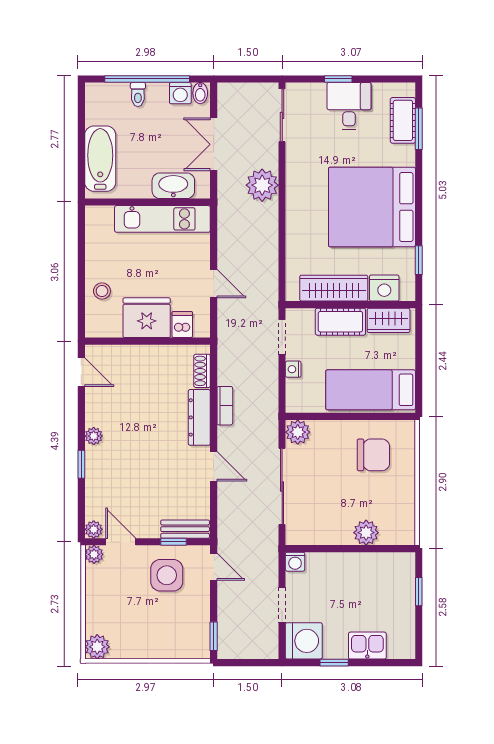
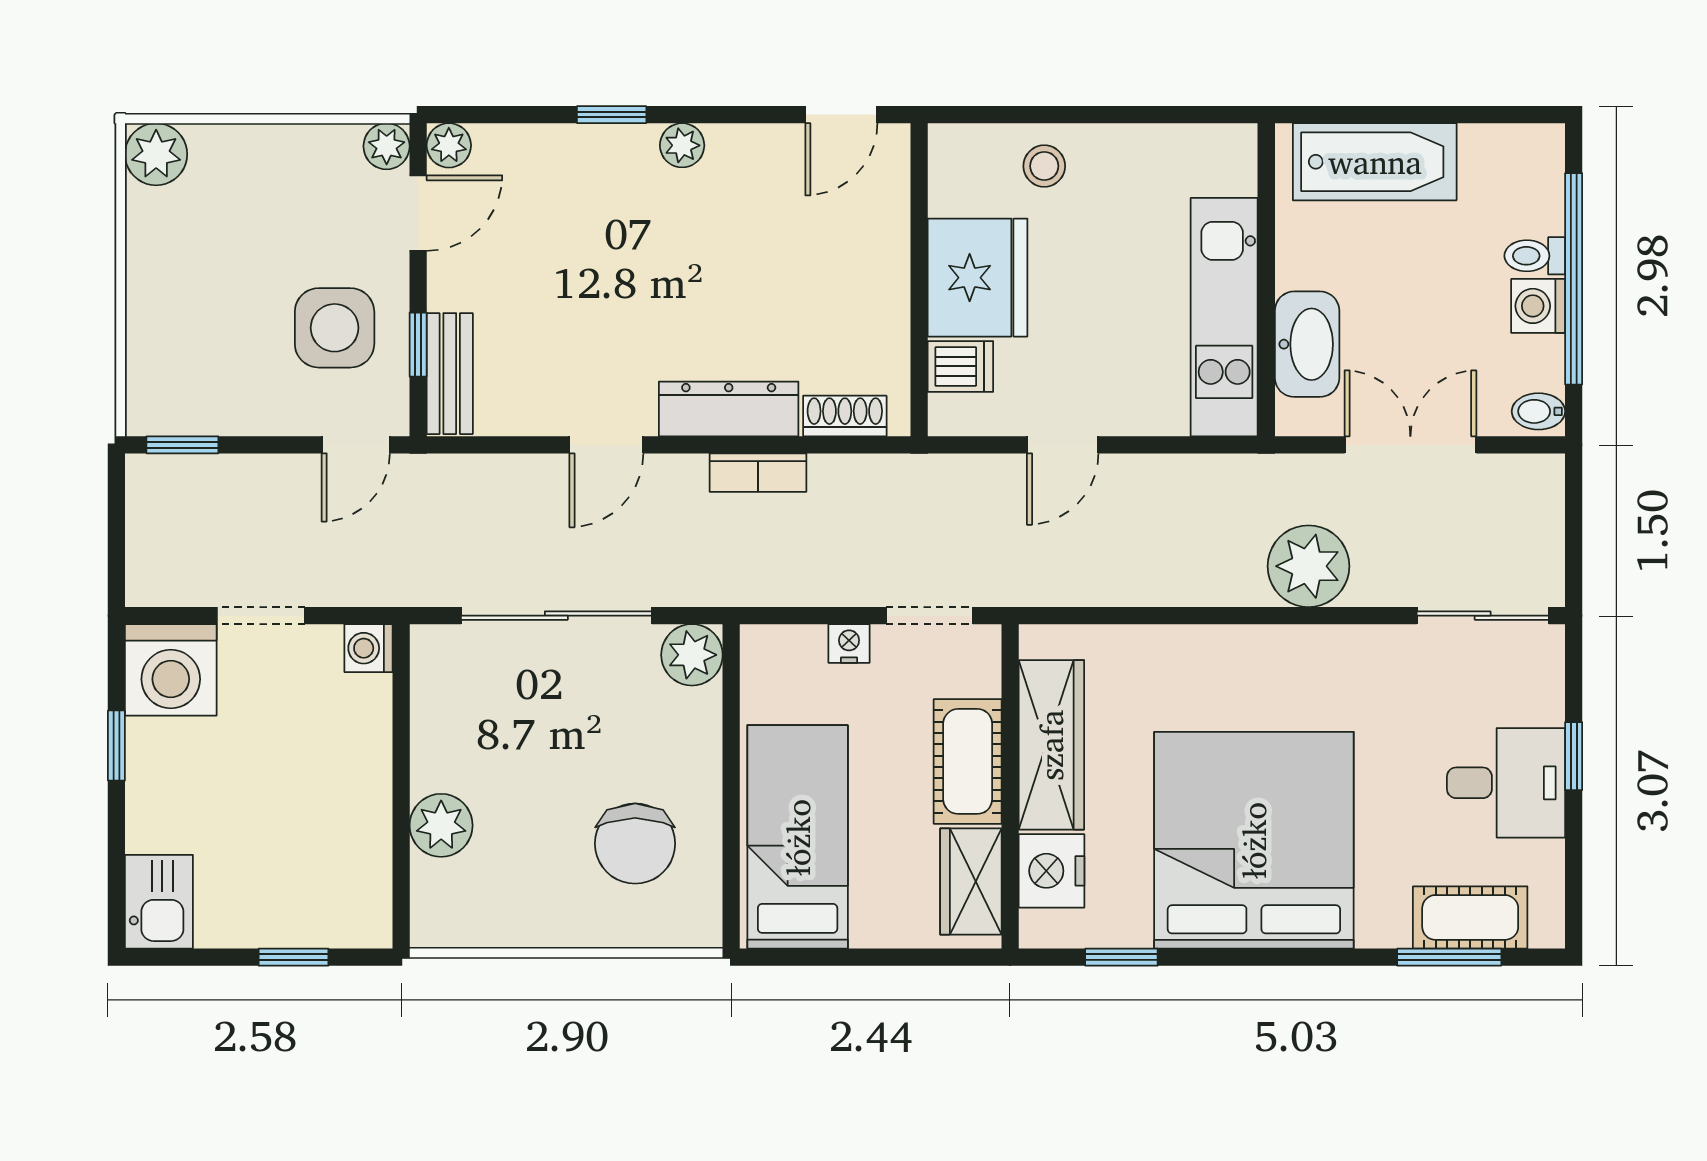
washing machine: (180, 93) -> (1538, 306), moved
kitchen sink: (367, 646) -> (159, 902), moved

